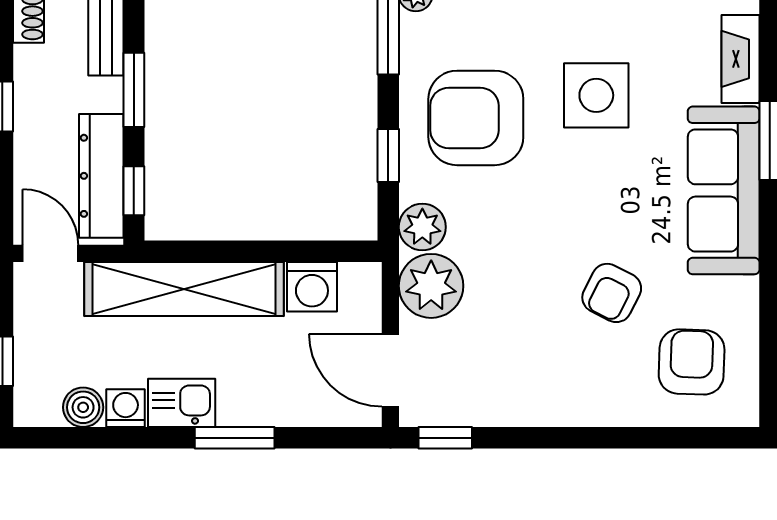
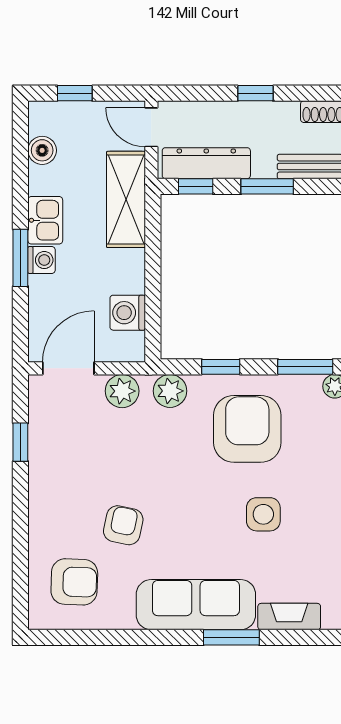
side table: (596, 95) -> (263, 514), width x0.73, depth x0.73
door: (50, 253) -> (151, 127), swing flipped
plant: (431, 286) -> (122, 391), width x0.73, depth x0.73
shelving: (184, 289) -> (126, 199), width x0.68
armchair: (612, 293) -> (123, 525), turned 75
washing machine: (126, 408) -> (42, 260), moved
window: (445, 438) -> (20, 442), moved

